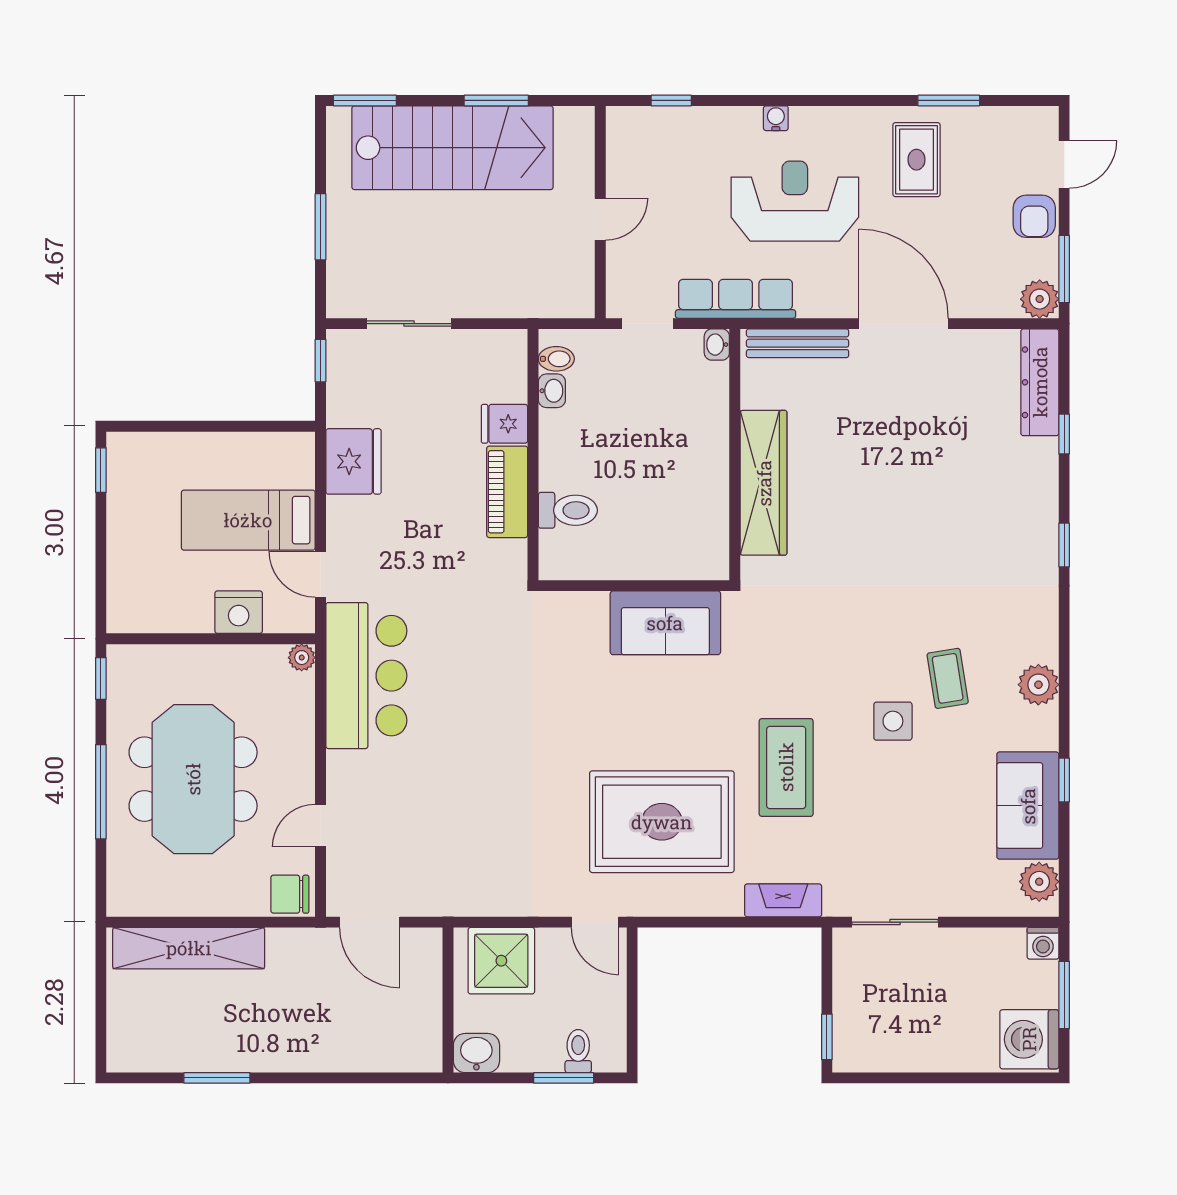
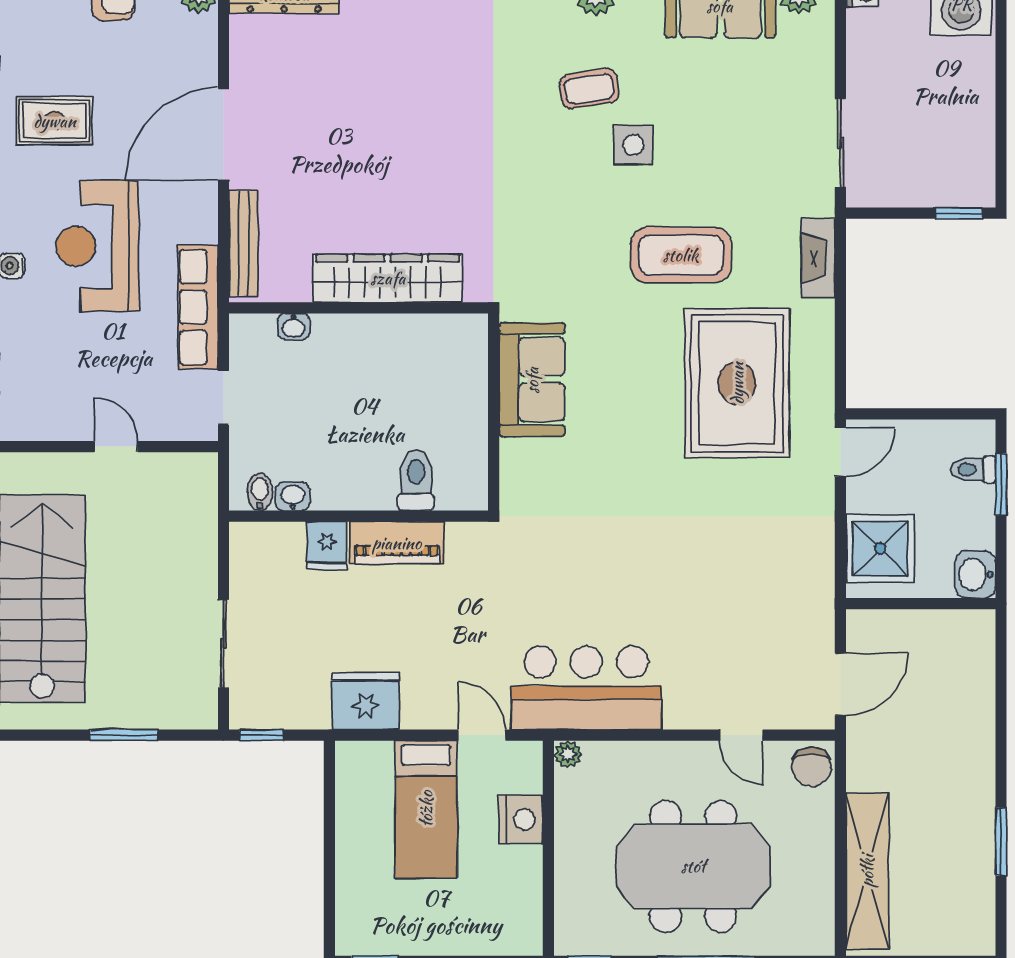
washbasin: (717, 345) -> (294, 326), moved
door: (320, 574) -> (482, 735), swing flipped

